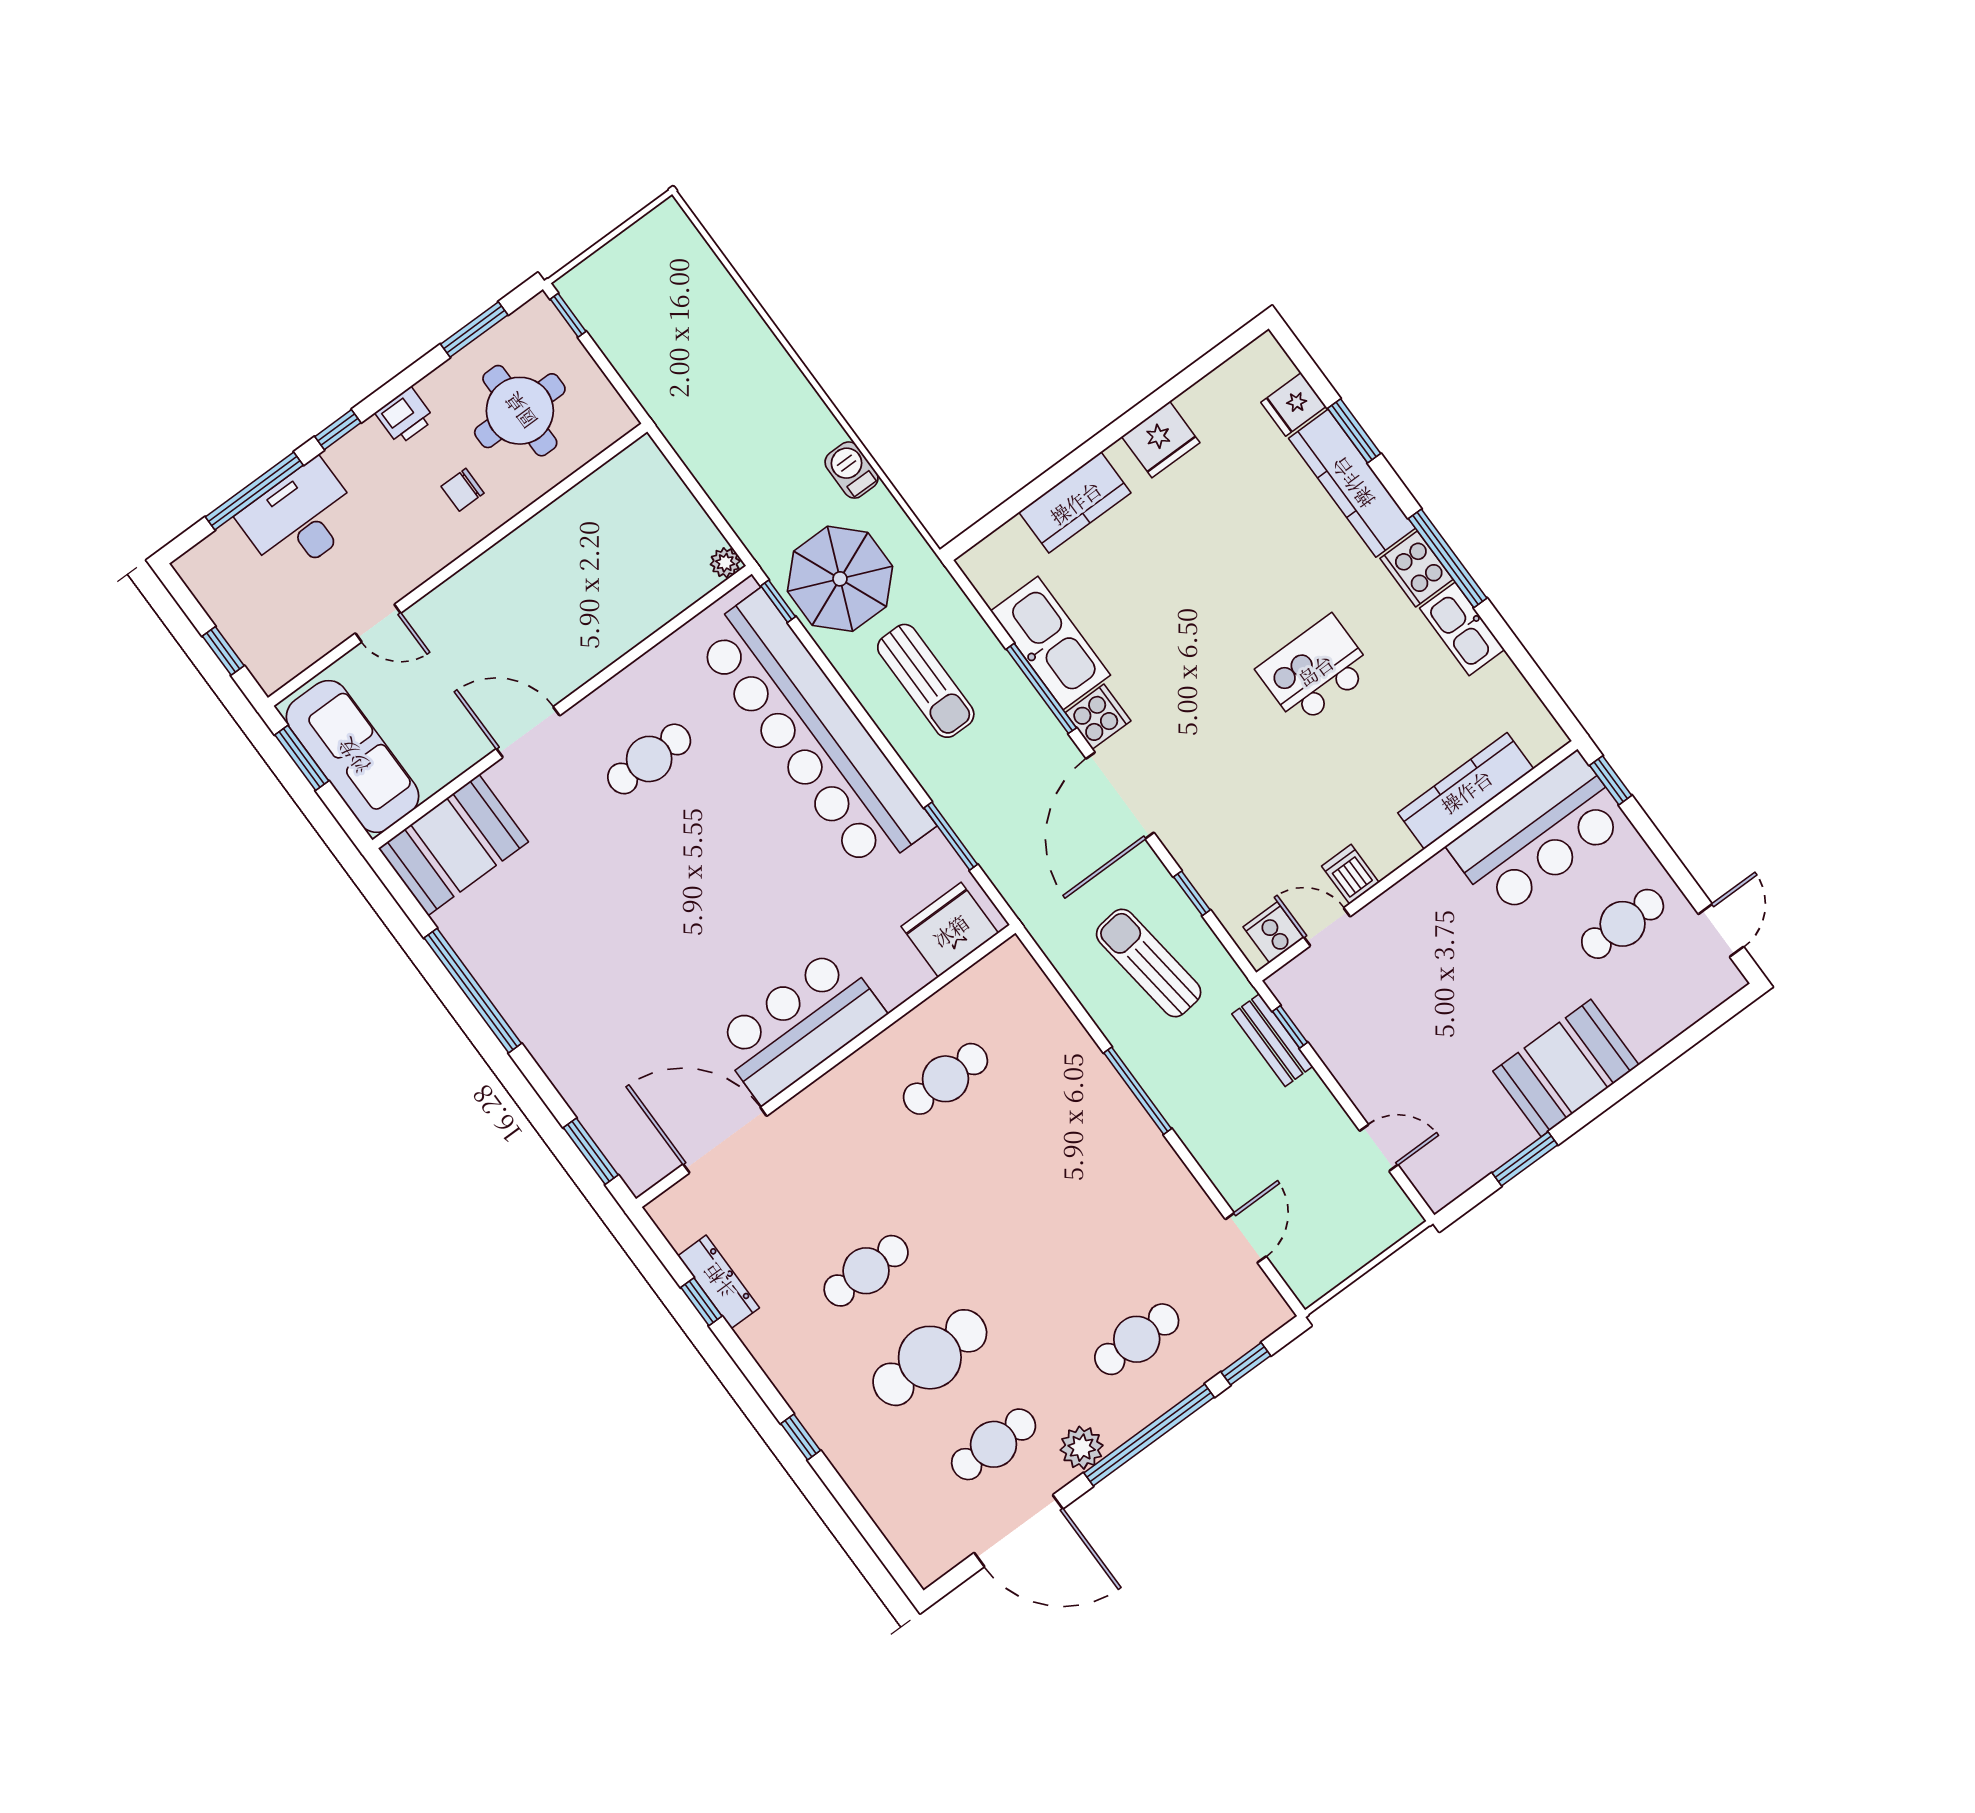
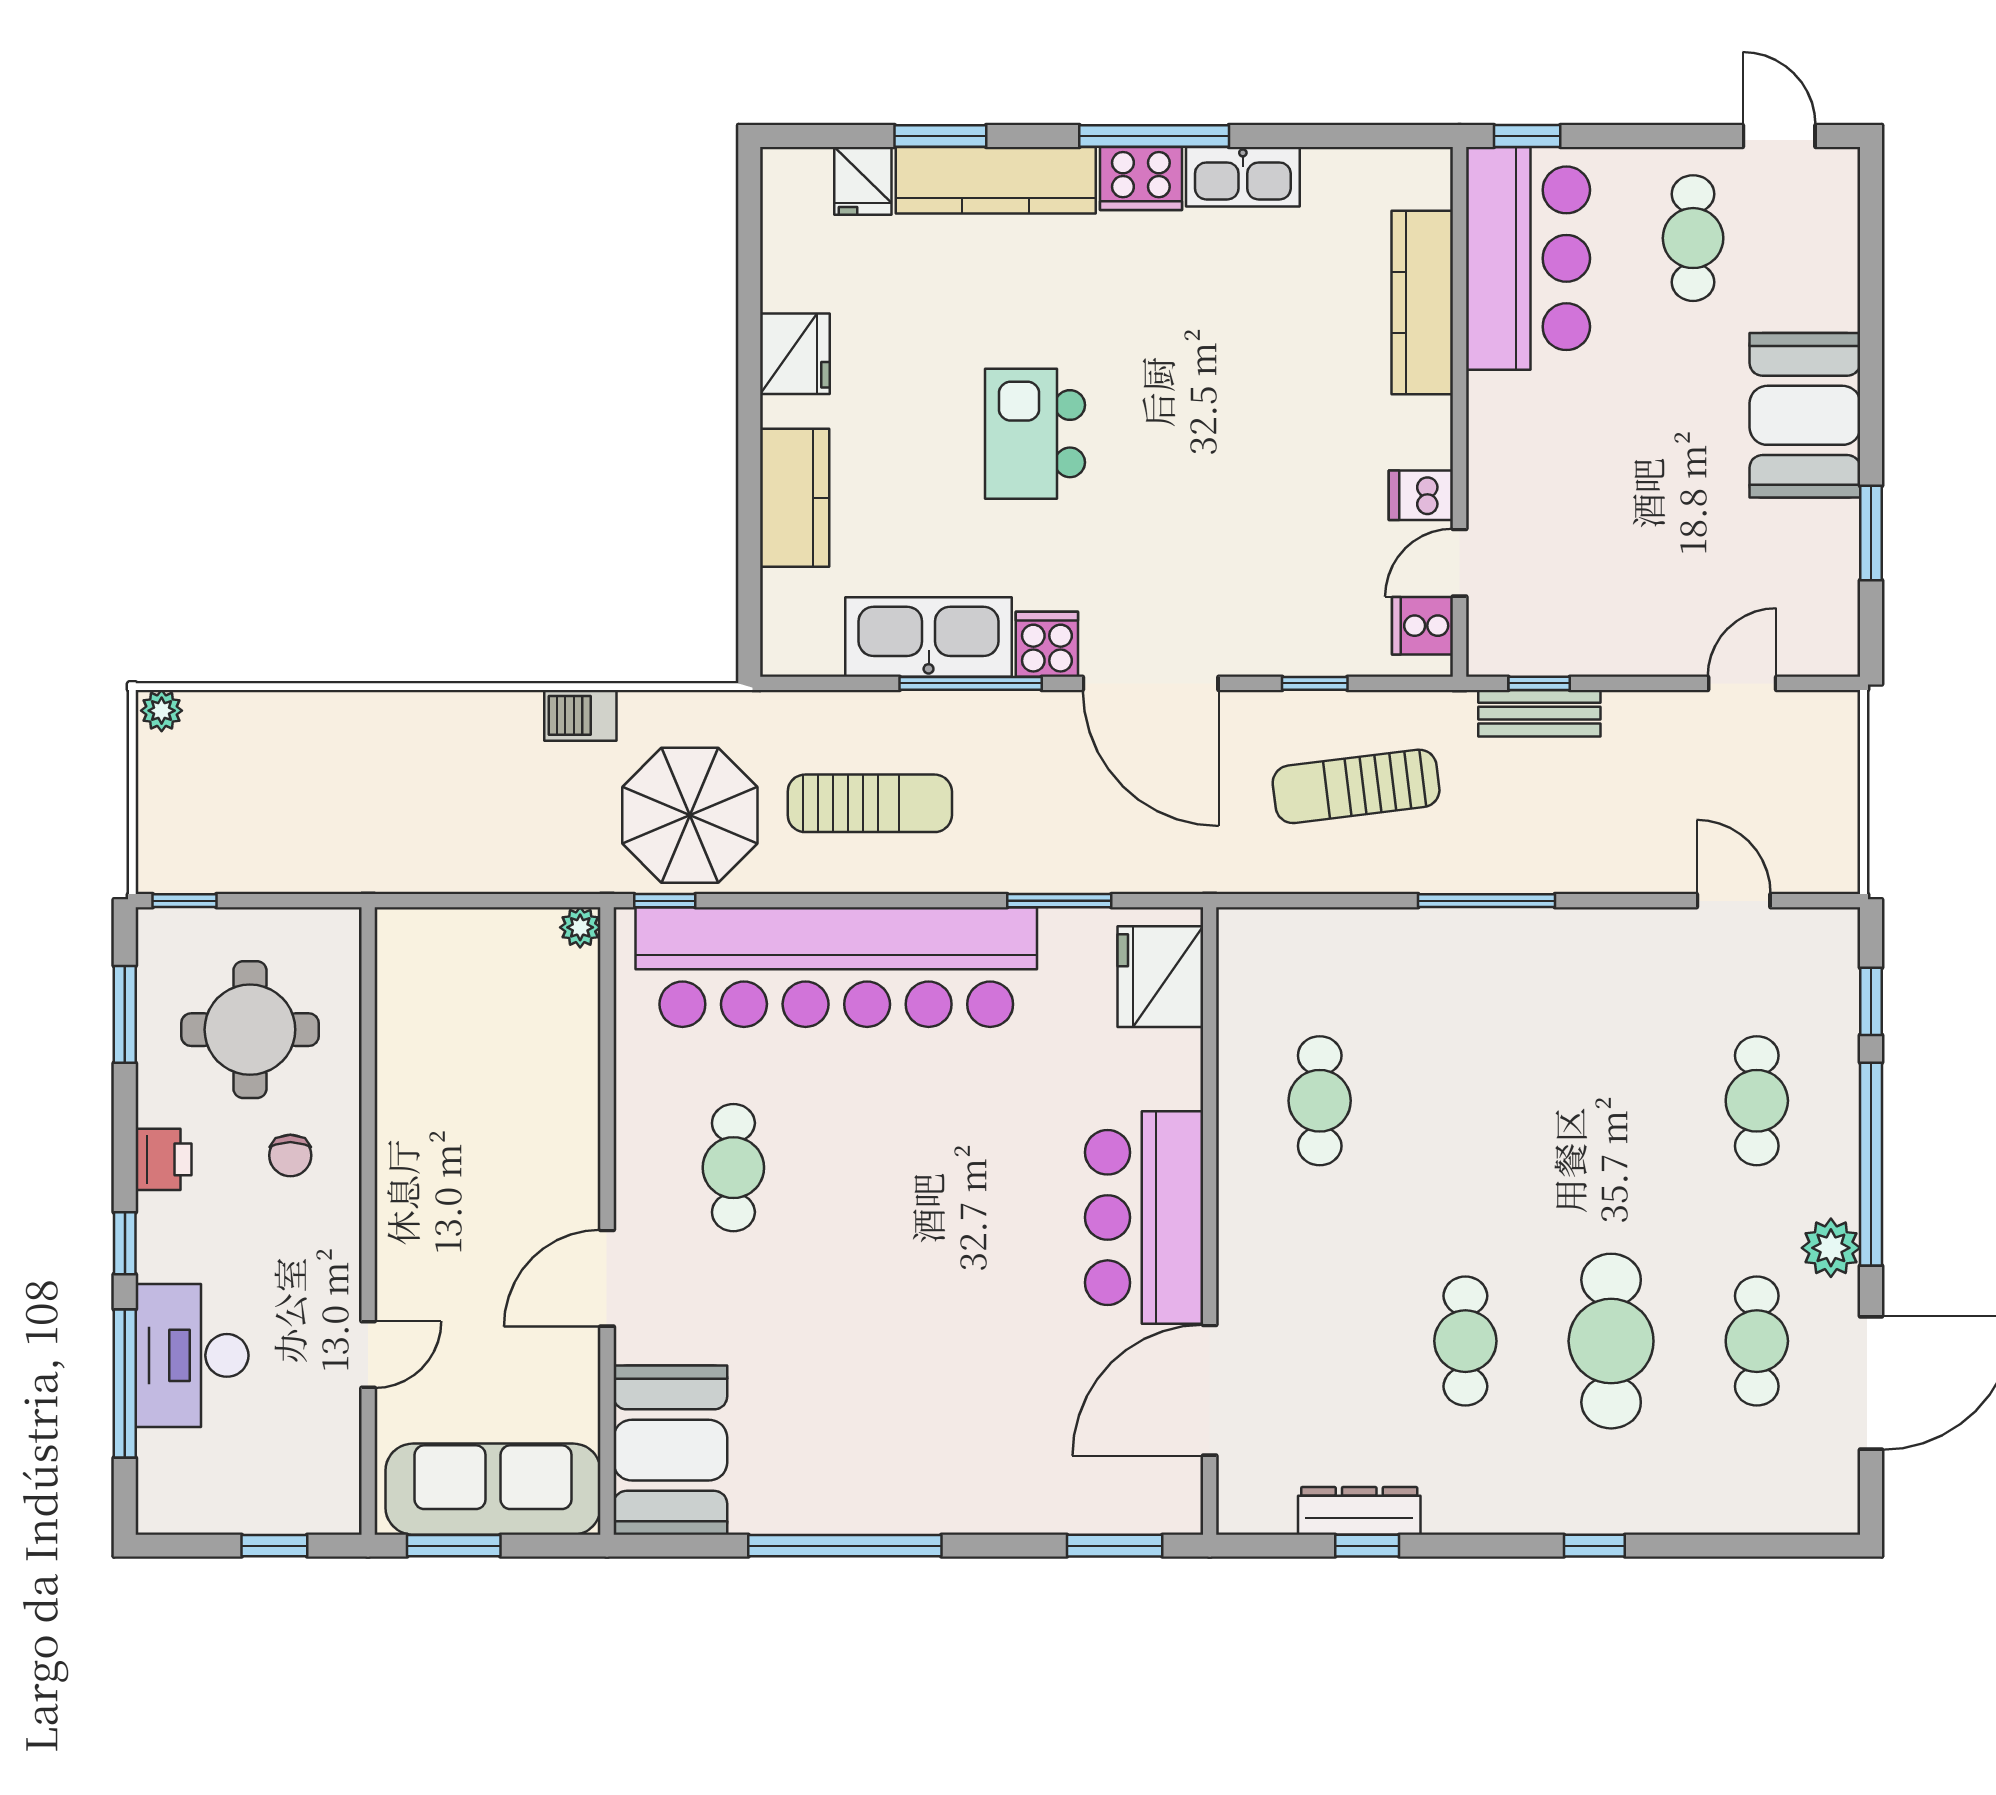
plant: (671, 218) -> (162, 711), added
kitchen island: (1315, 670) -> (1035, 434), moved

